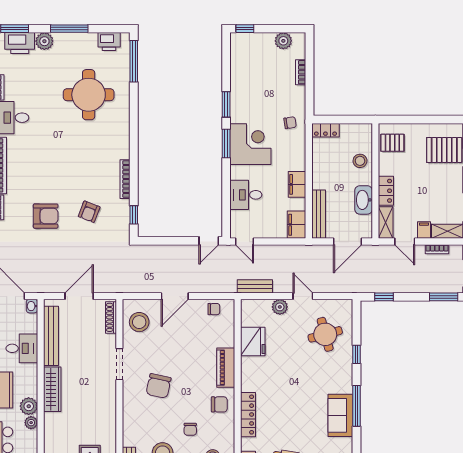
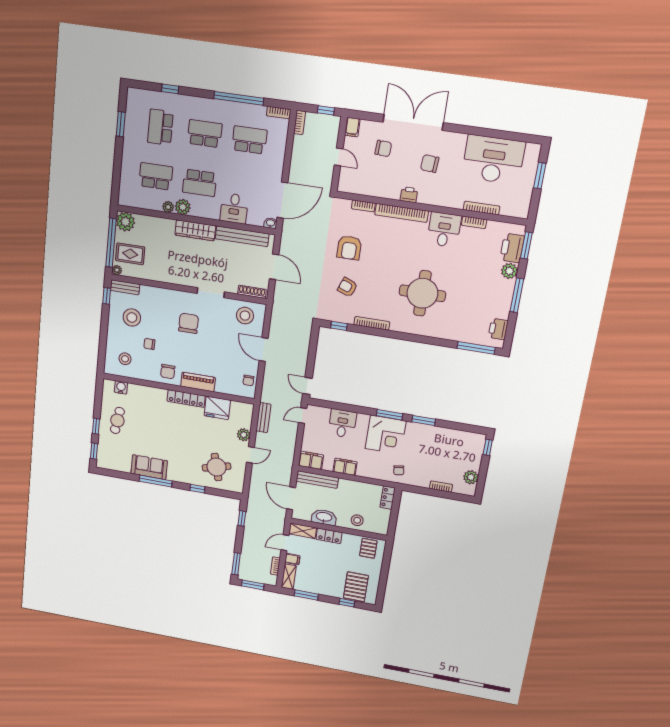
round table: (89, 95) -> (422, 293), moved
chair: (159, 386) -> (189, 323), turned 78
locker: (248, 415) -> (186, 399), moved

